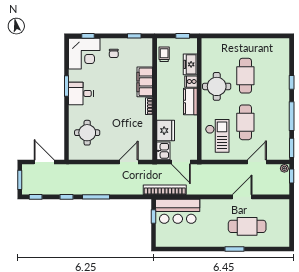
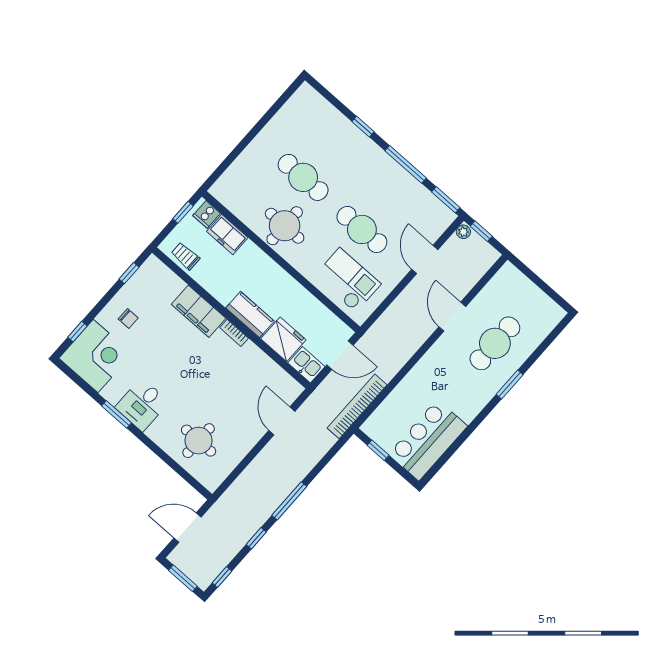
cooker: (191, 82) -> (207, 214), moved
kitchen counter: (190, 102) -> (250, 315), moved, turned 180
bar counter: (178, 211) -> (428, 440), moved, turned 180

